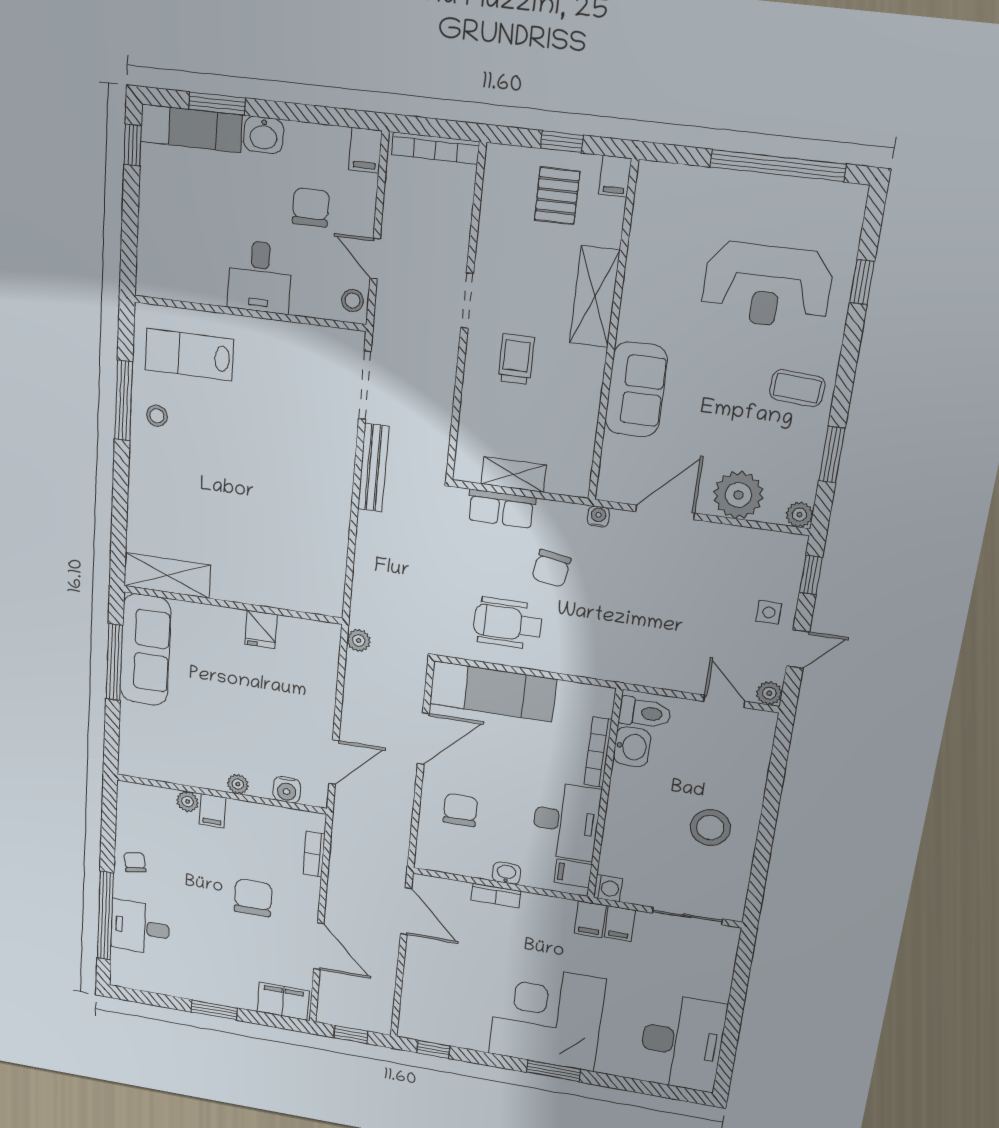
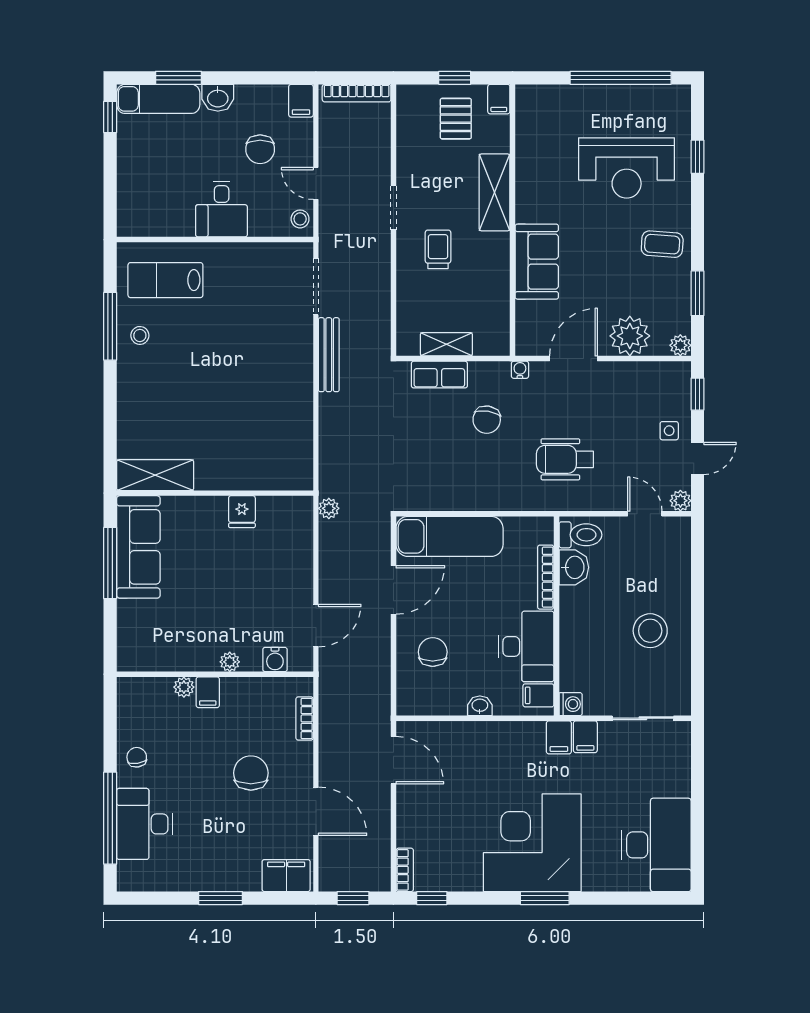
chair: (311, 207) -> (260, 149), turned 180
wheelchair: (508, 623) -> (565, 459), moved
bookcase: (496, 896) -> (405, 870), moved, turned -90
desk: (140, 927) -> (145, 824), width x1.37

